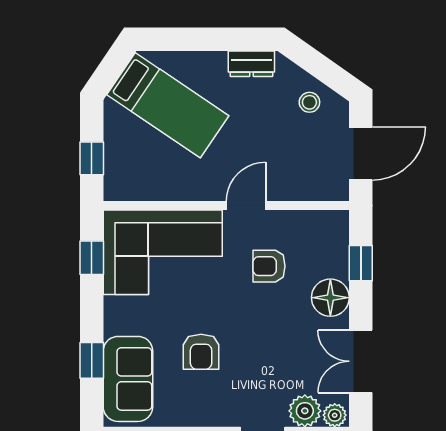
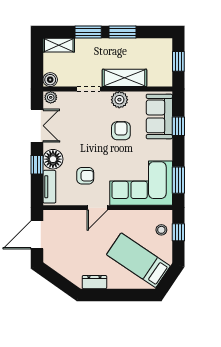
stool: (309, 102) -> (161, 230), moved
tv unit: (337, 245) -> (49, 187), added
window: (92, 258) -> (178, 180), width x1.50
window: (361, 263) -> (37, 165), moved
plant: (305, 411) -> (119, 100), moved

